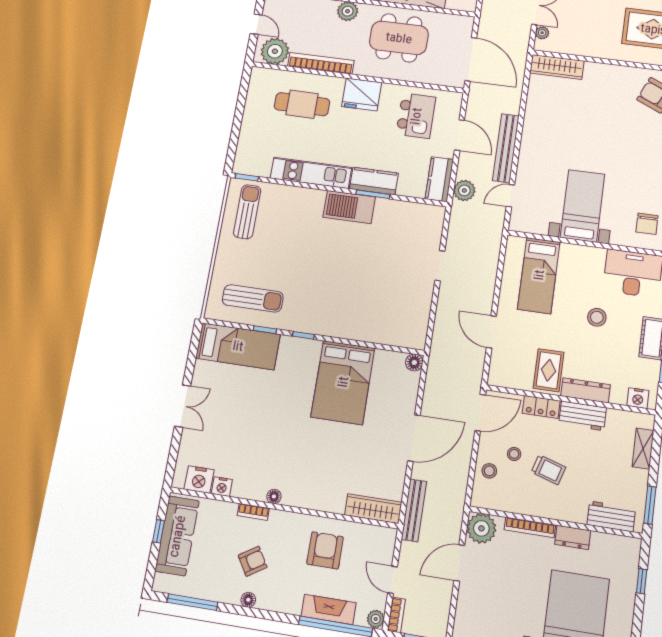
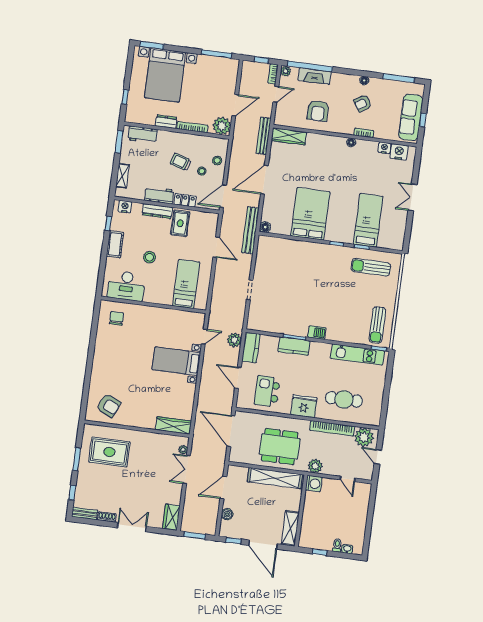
bench: (506, 148) -> (250, 230), moved
kitchen unit: (311, 173) -> (358, 355), moved
bed with nightstands: (583, 206) -> (176, 361), moved, turned 90
barbecue: (349, 207) -> (317, 333), width x0.53, depth x0.65
bed: (238, 346) -> (368, 220), moved, turned 90
door: (393, 580) -> (276, 94), hinge flipped

